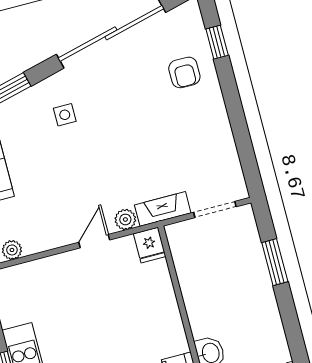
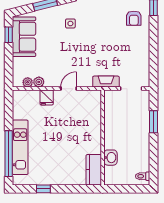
plant: (125, 219) -> (39, 82), moved
fridge: (150, 245) -> (47, 97), moved

